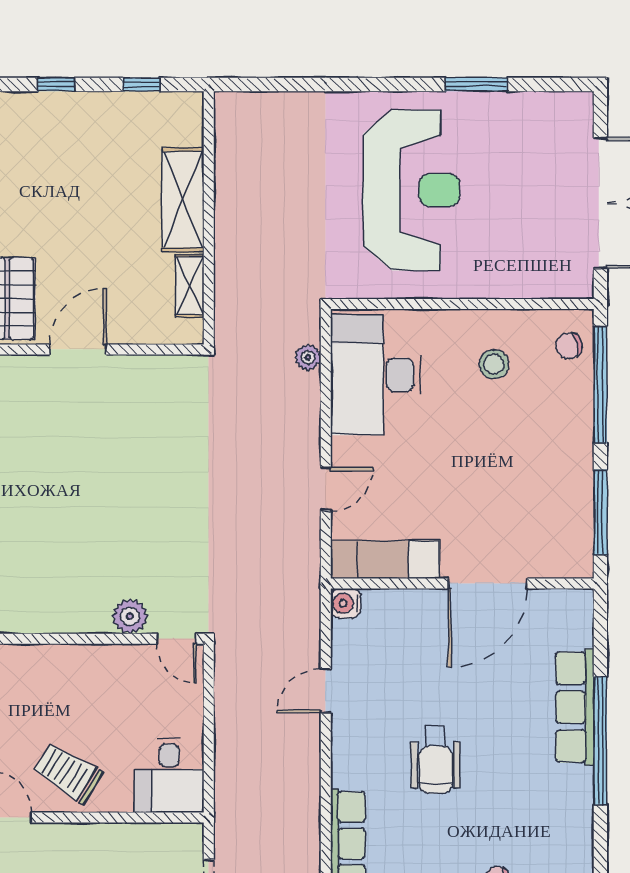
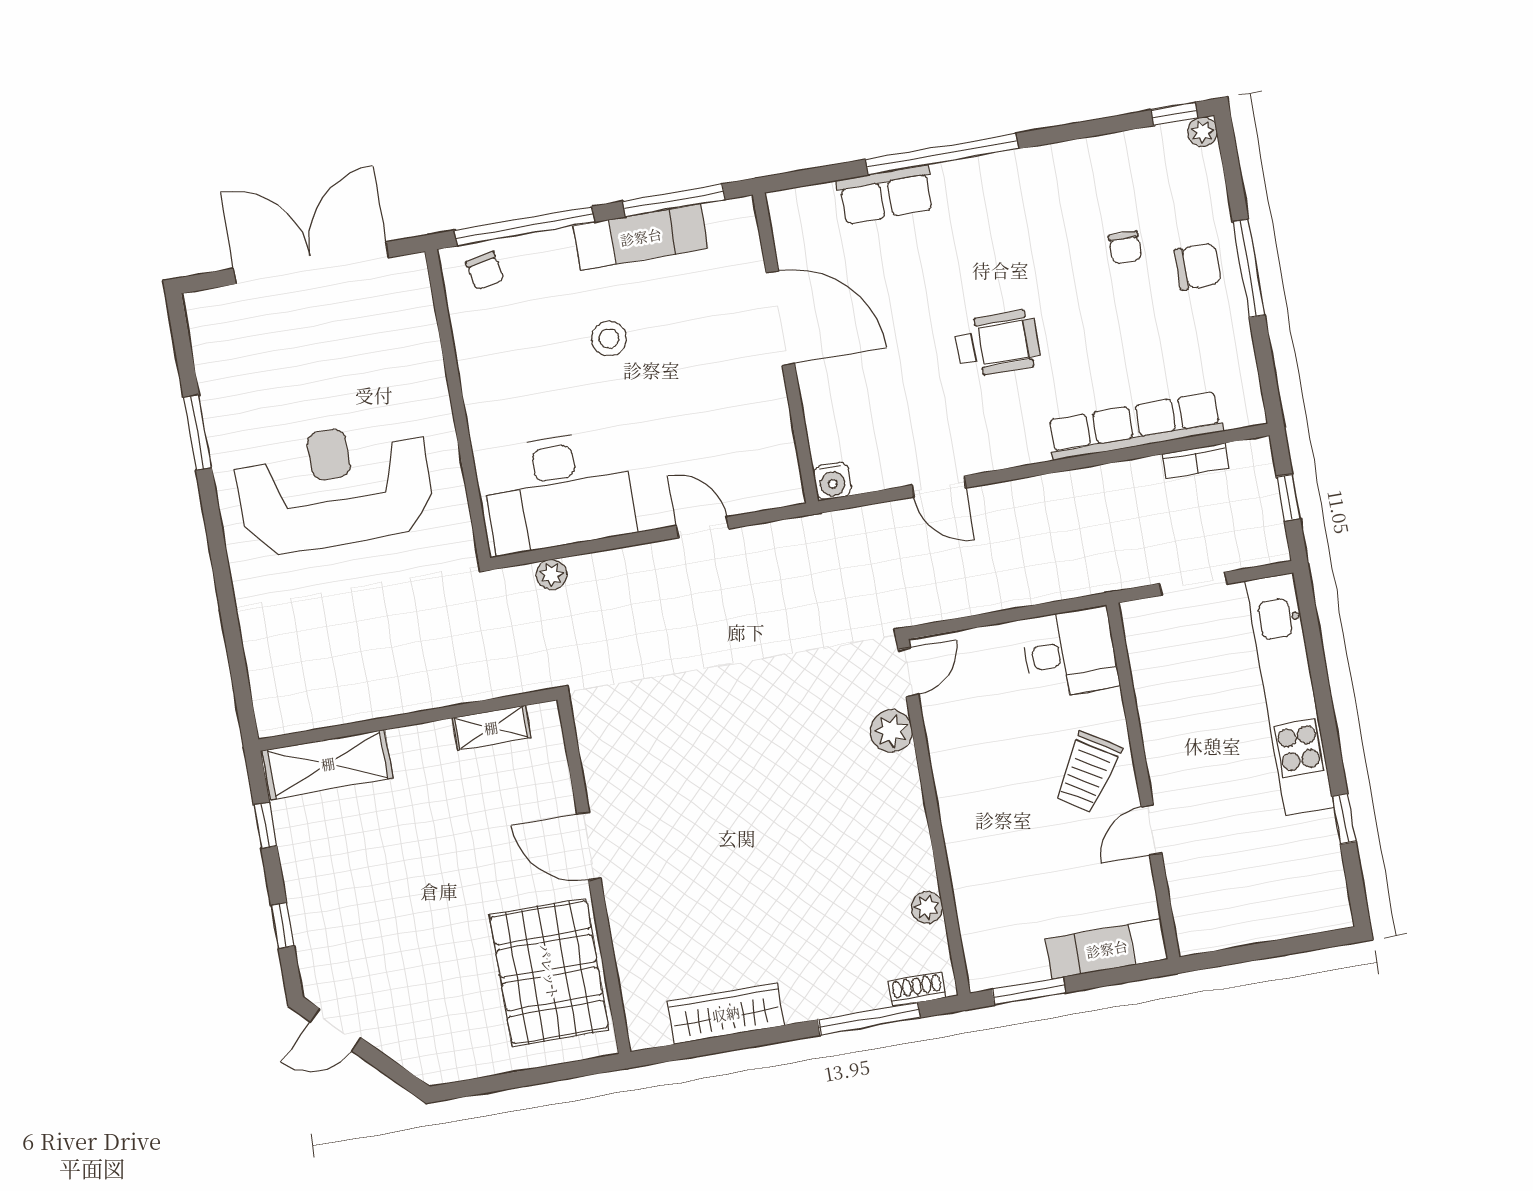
shelving: (183, 200) -> (328, 764), moved
stool: (494, 364) -> (609, 339), moved
exam couch: (385, 560) -> (641, 237), moved, turned -90
row of seats: (575, 707) -> (885, 195), width x0.68

